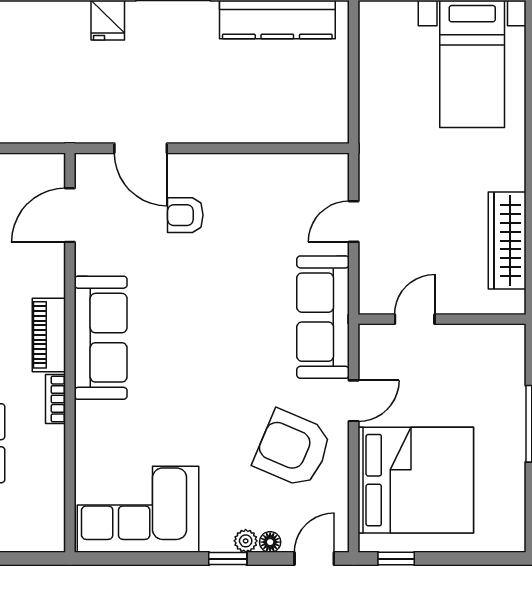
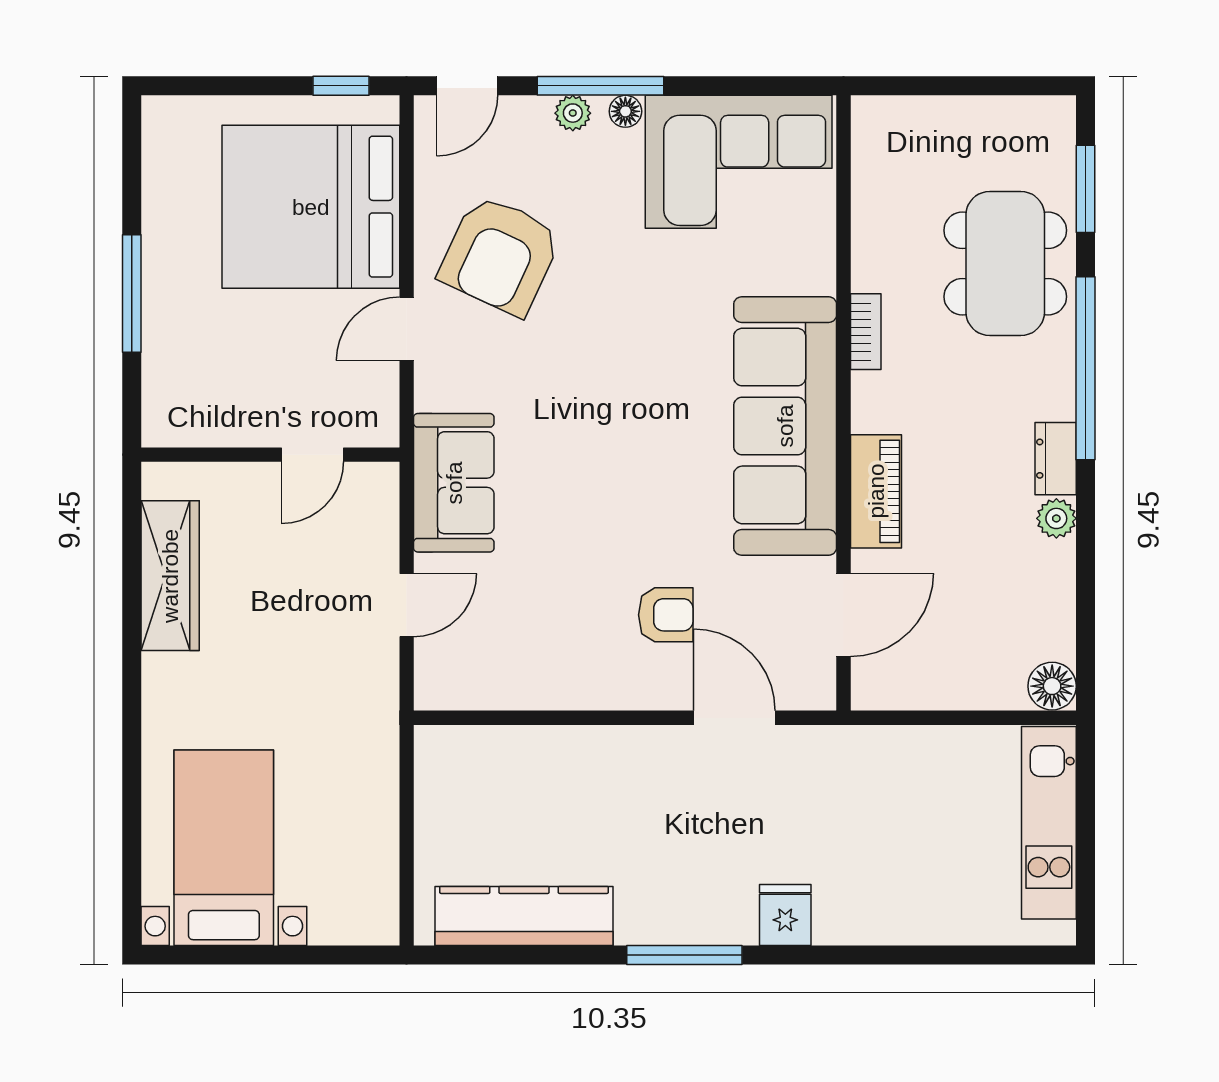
sofa: (323, 317) -> (454, 483), width x0.73
piano: (49, 335) -> (876, 491), moved
sofa: (101, 338) -> (785, 426), width x1.36, depth x1.27
armchair: (293, 449) -> (500, 255), turned 92
floor lamp: (270, 542) -> (625, 111), moved
window: (228, 559) -> (600, 86), width x2.17

